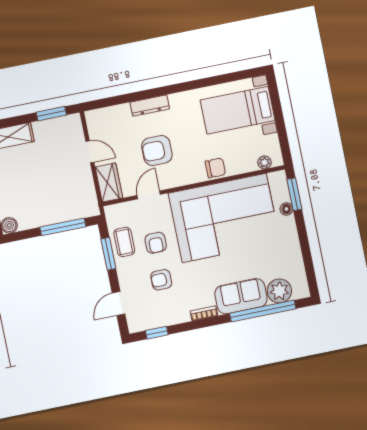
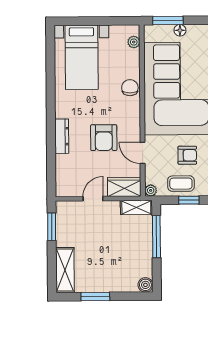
shelving: (90, 200) -> (136, 207), added
plant: (111, 211) -> (151, 190), added
window: (108, 254) -> (189, 200), width x0.67

